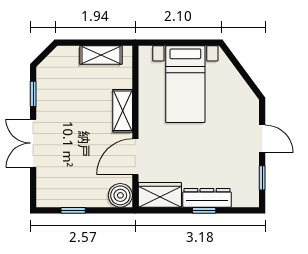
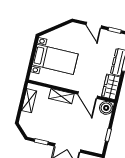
door: (262, 139) -> (94, 25), swing flipped

